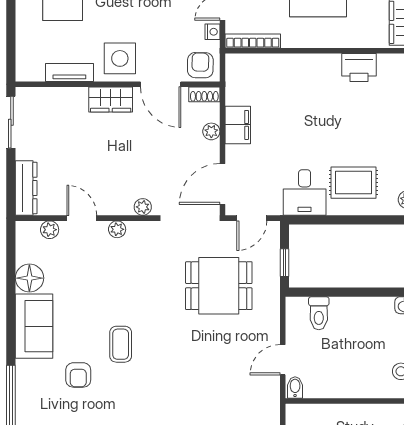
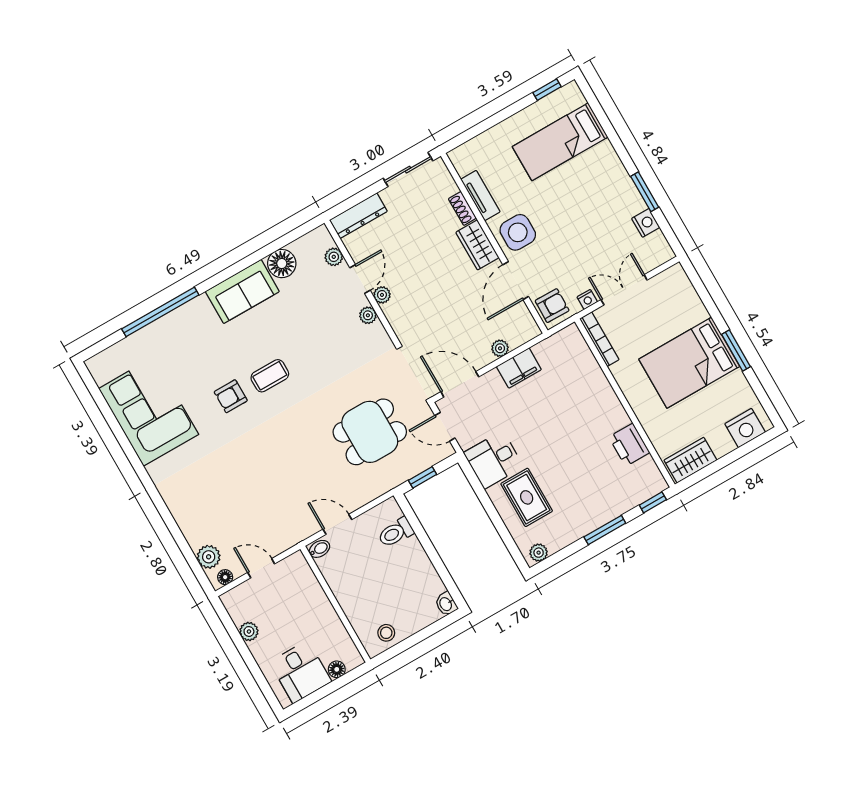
shoe rack: (204, 94) -> (462, 208), moved
plant: (143, 207) -> (382, 295), moved
dining table: (219, 286) -> (370, 432), turned 90
armchair: (78, 375) -> (231, 396), moved

